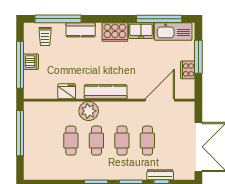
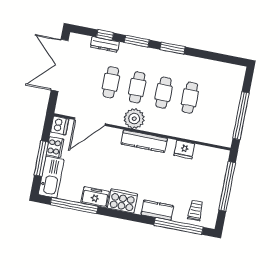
kitchen sink: (173, 32) -> (51, 177), moved, turned 90
dishwasher: (31, 62) -> (60, 125), moved, turned 180
plant: (89, 111) -> (134, 119), moved

